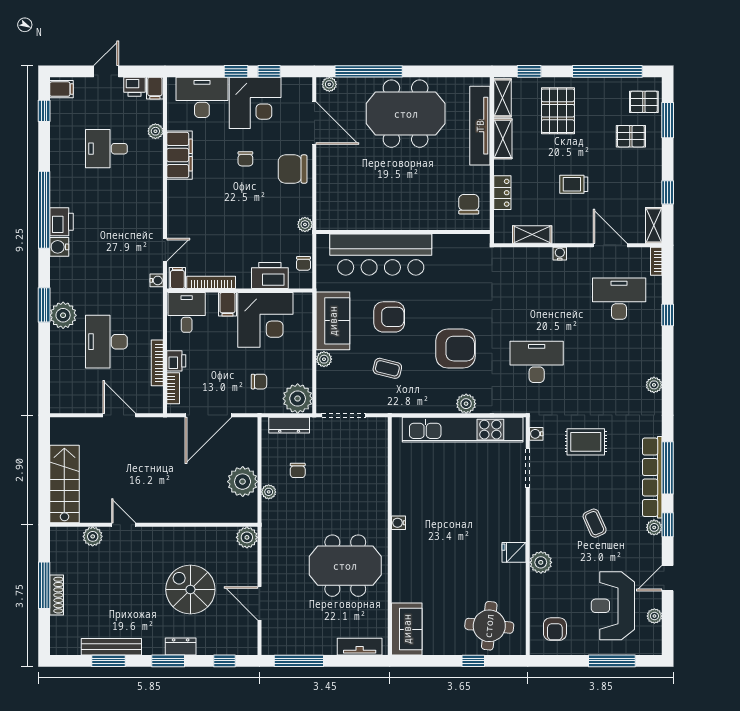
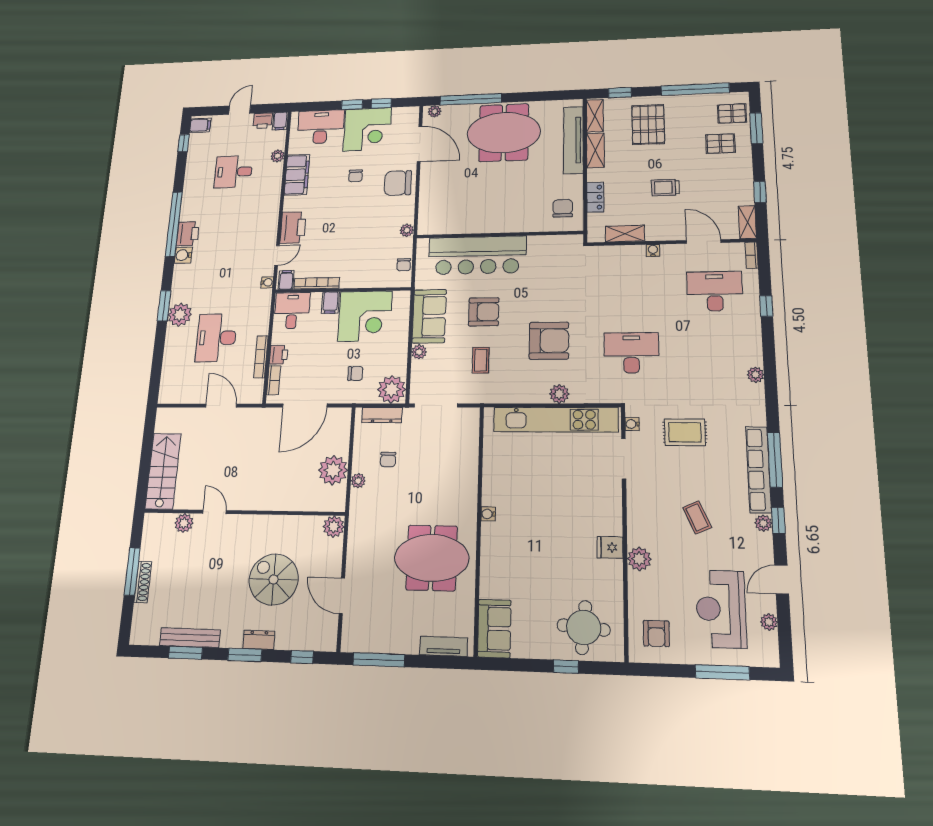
printer: (270, 275) -> (293, 227), moved, turned 90
coffee table: (387, 368) -> (481, 360), turned 76

